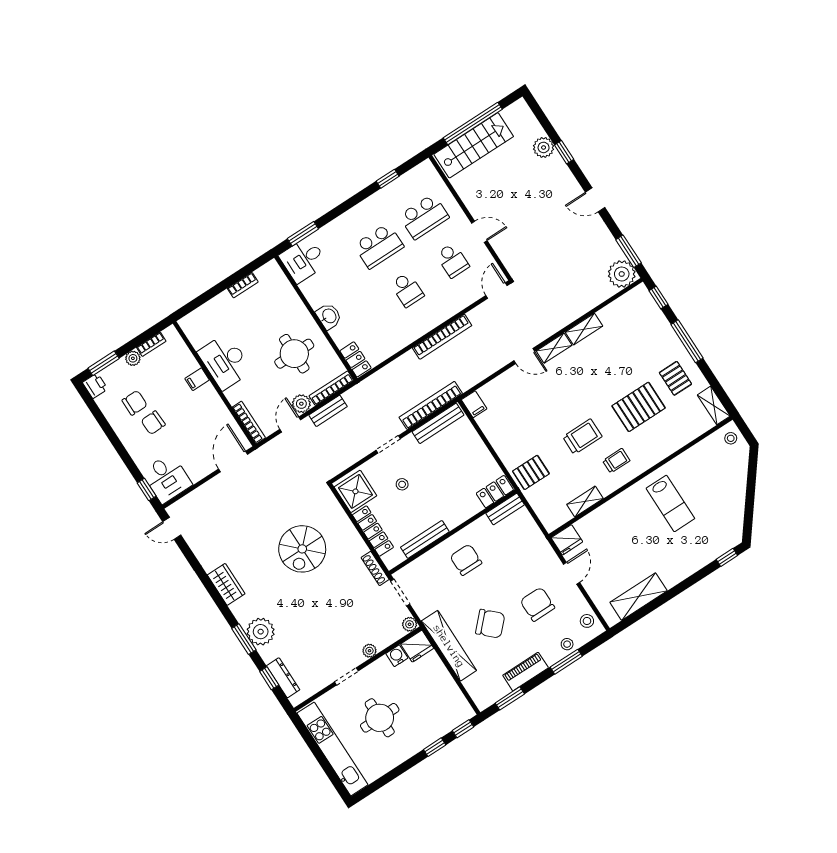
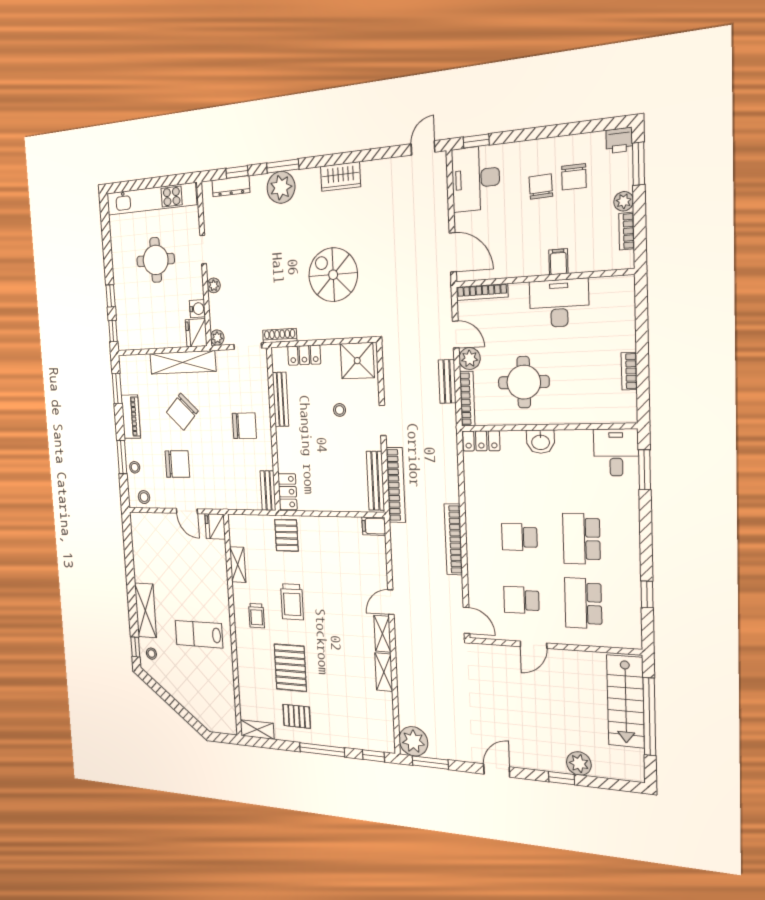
stool: (731, 438) -> (151, 654), moved
desk: (167, 478) -> (476, 179), width x1.37
locker: (373, 531) -> (304, 355), width x0.66
shelving: (639, 597) -> (145, 610), moved

